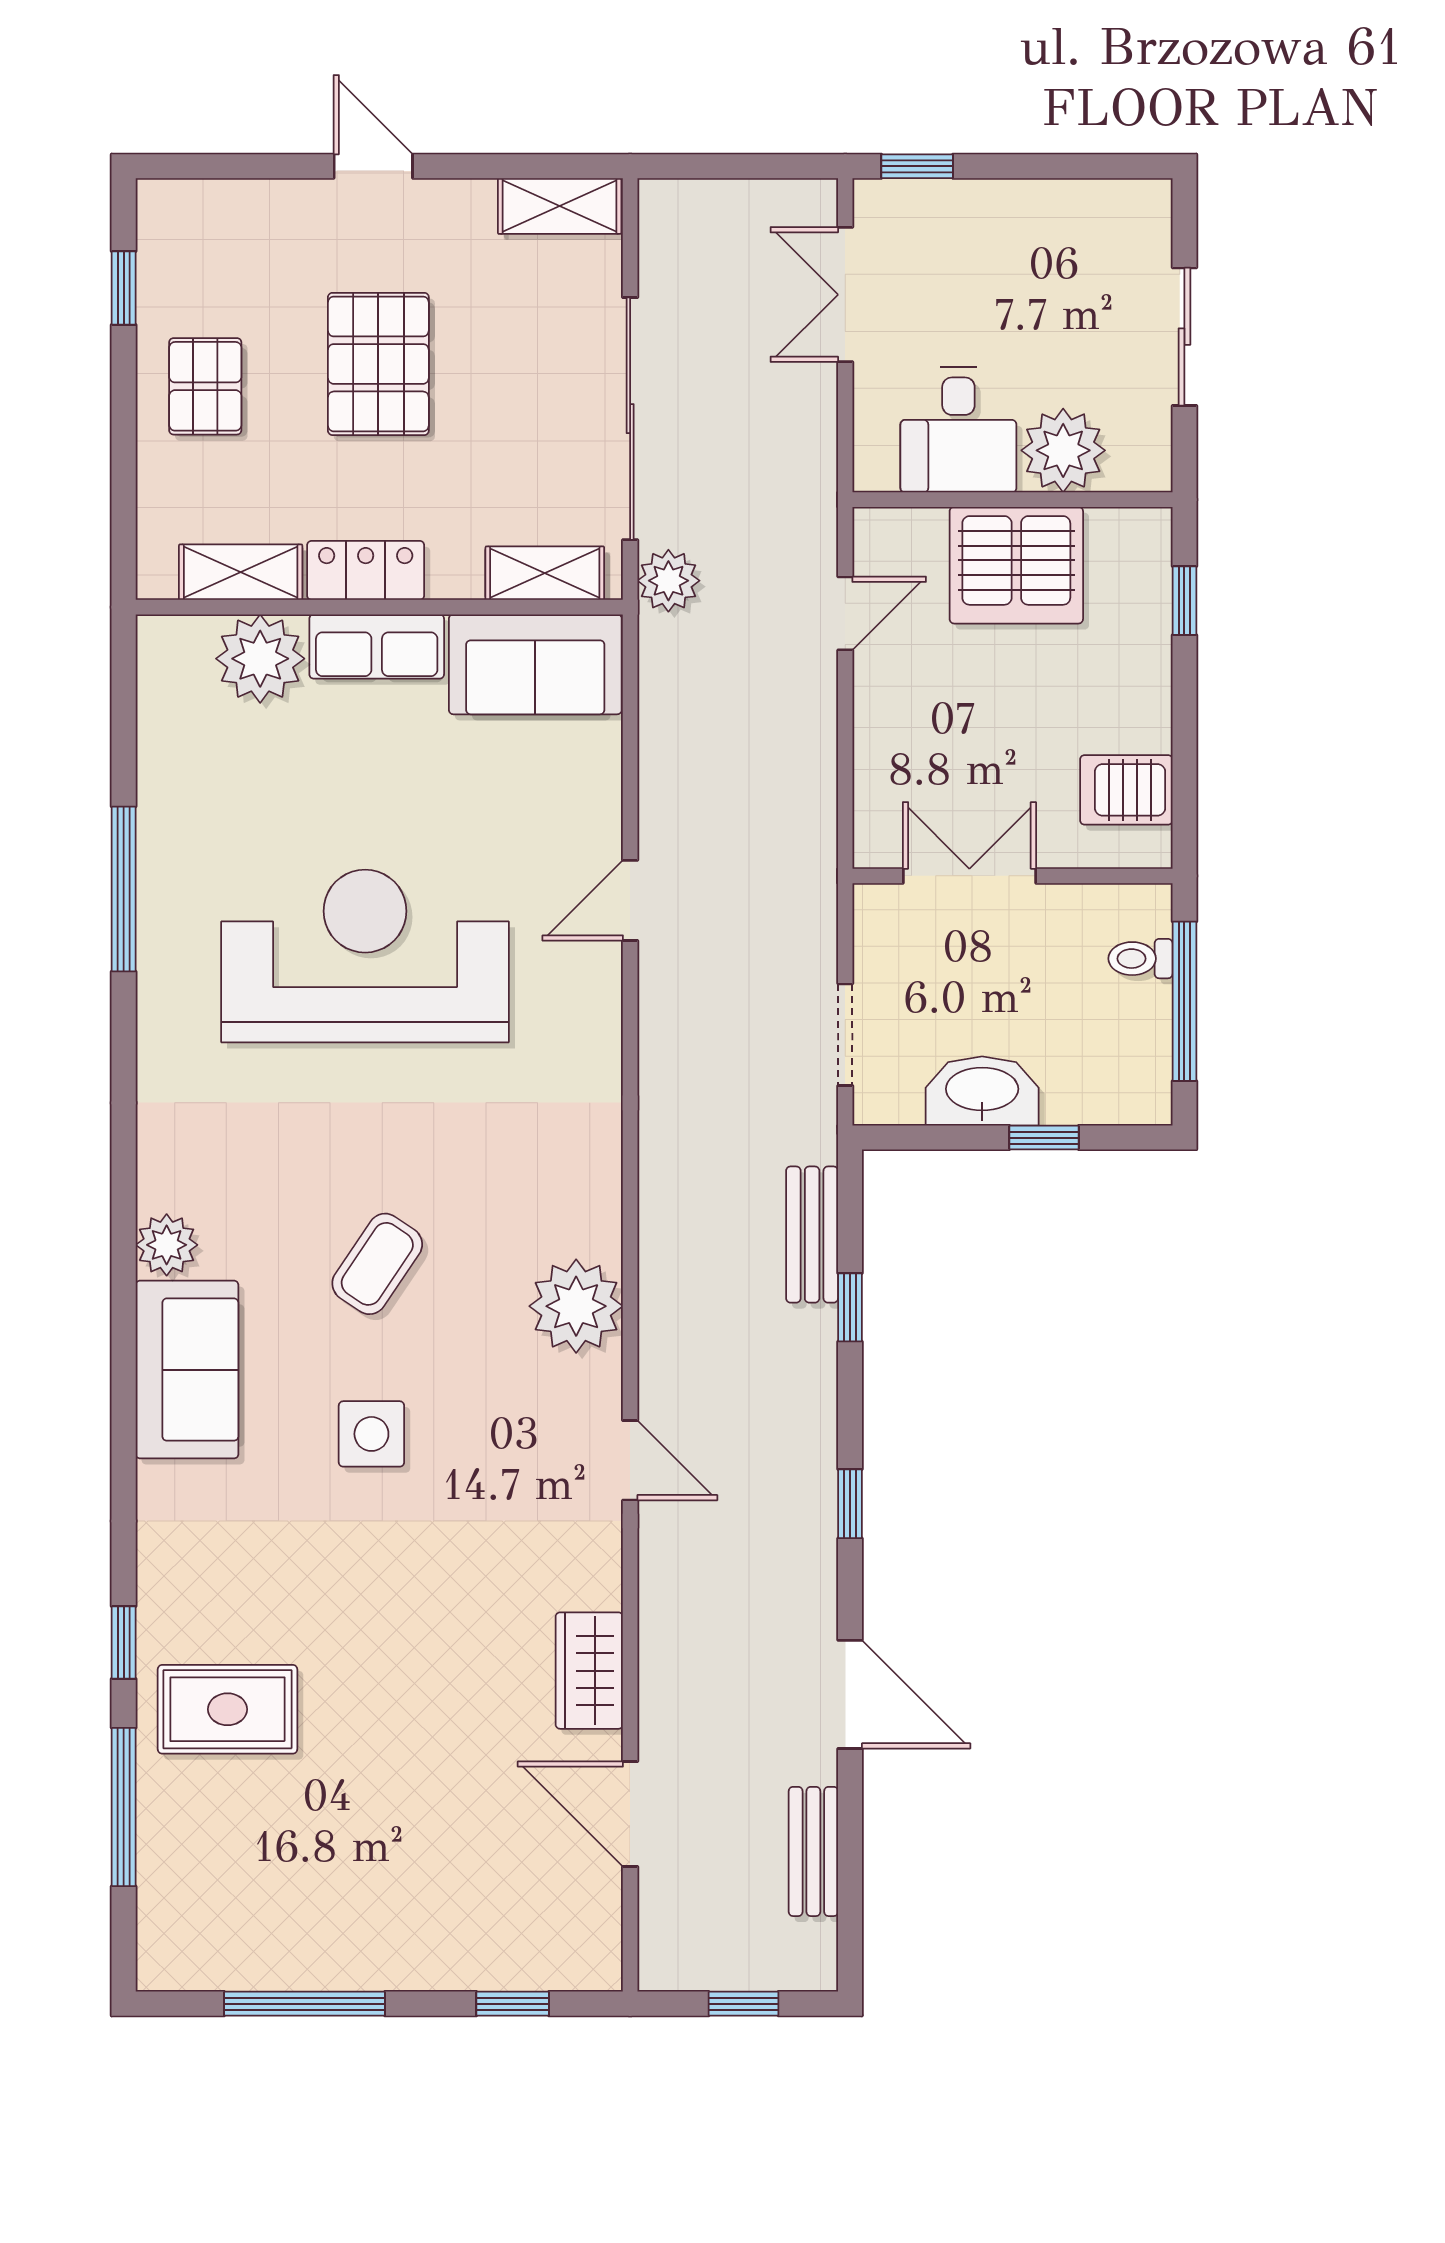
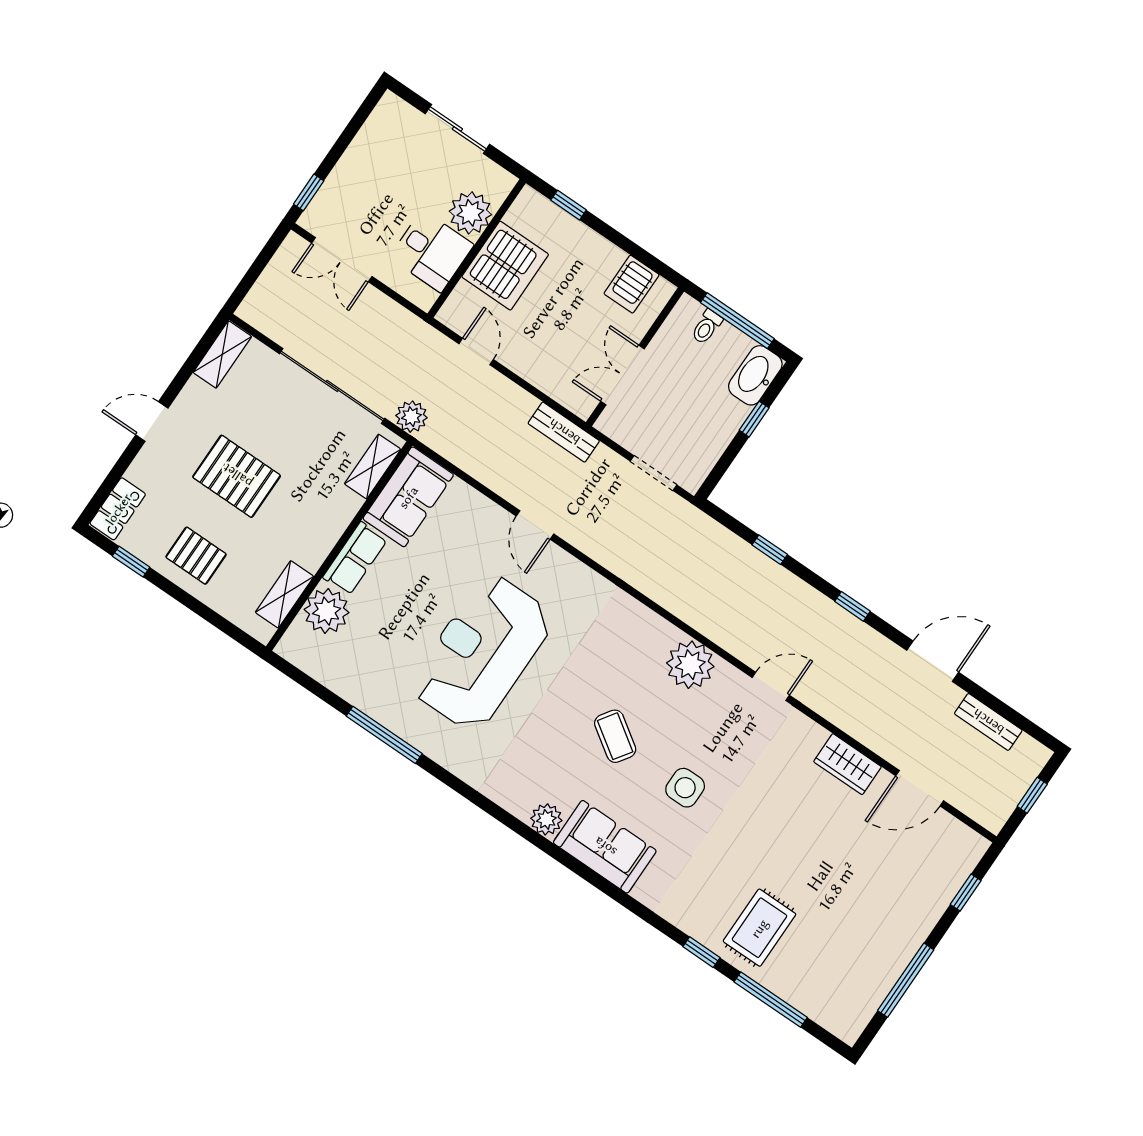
locker: (366, 570) -> (118, 509), moved, turned 180
washbasin: (982, 1091) -> (755, 375), moved
bench: (812, 1235) -> (564, 432), moved

